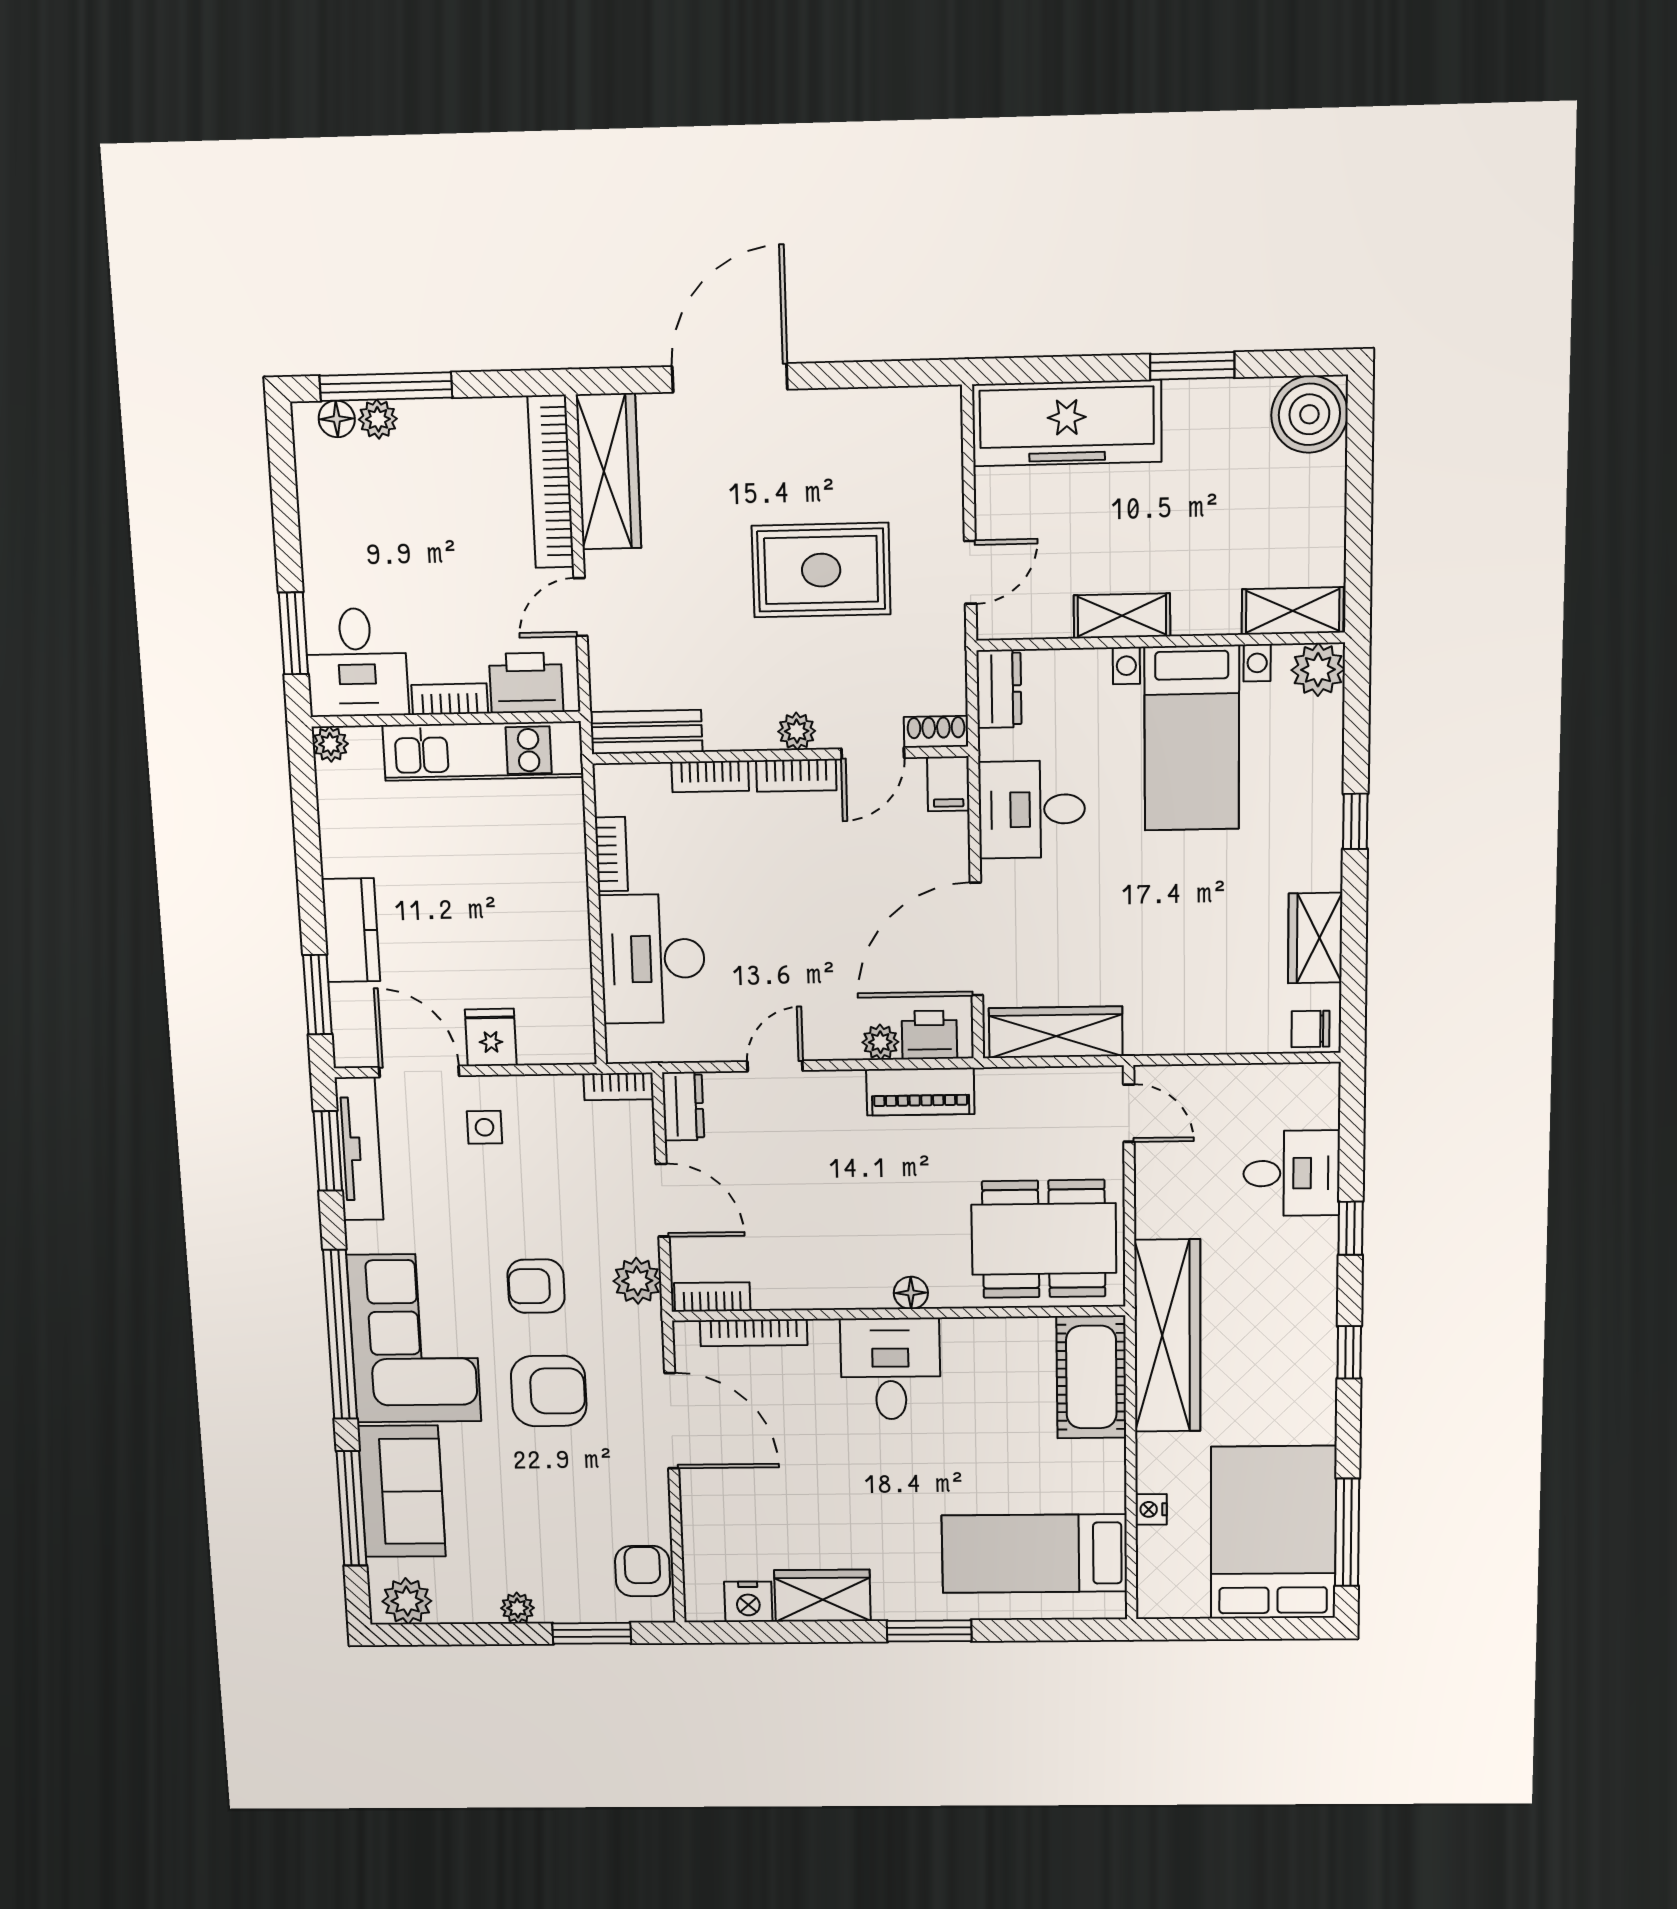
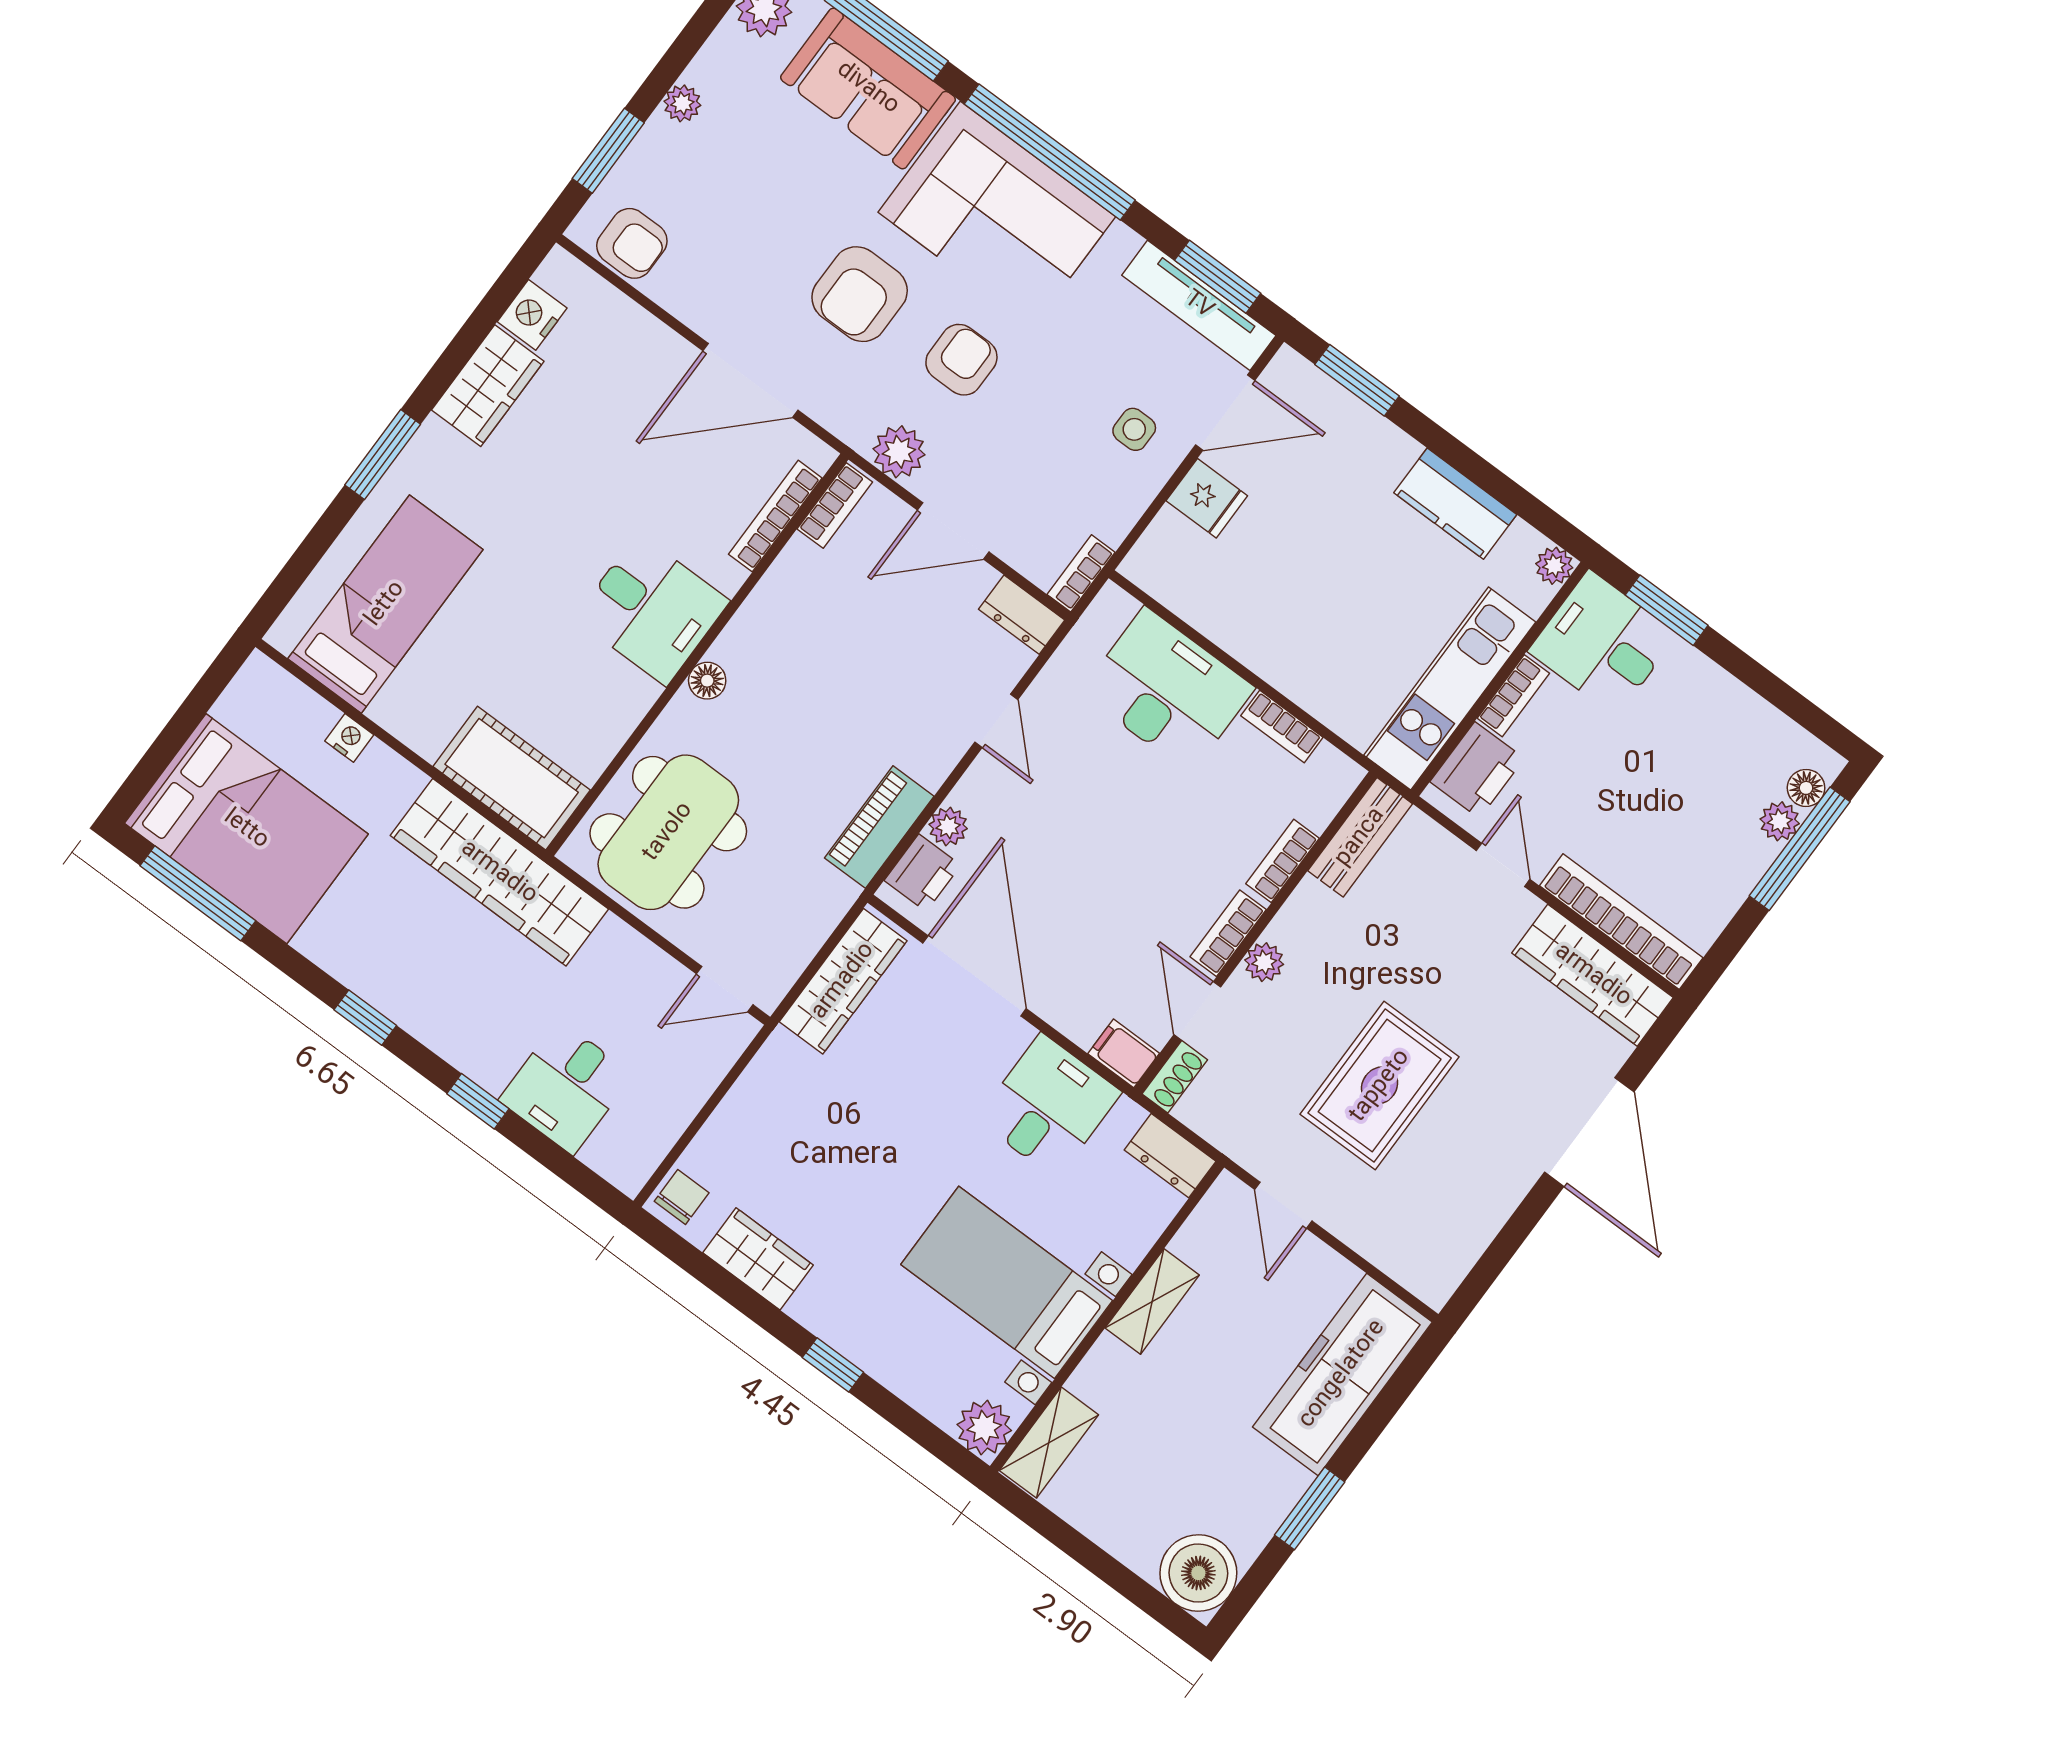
kitchen counter: (351, 930) -> (1455, 504), moved

